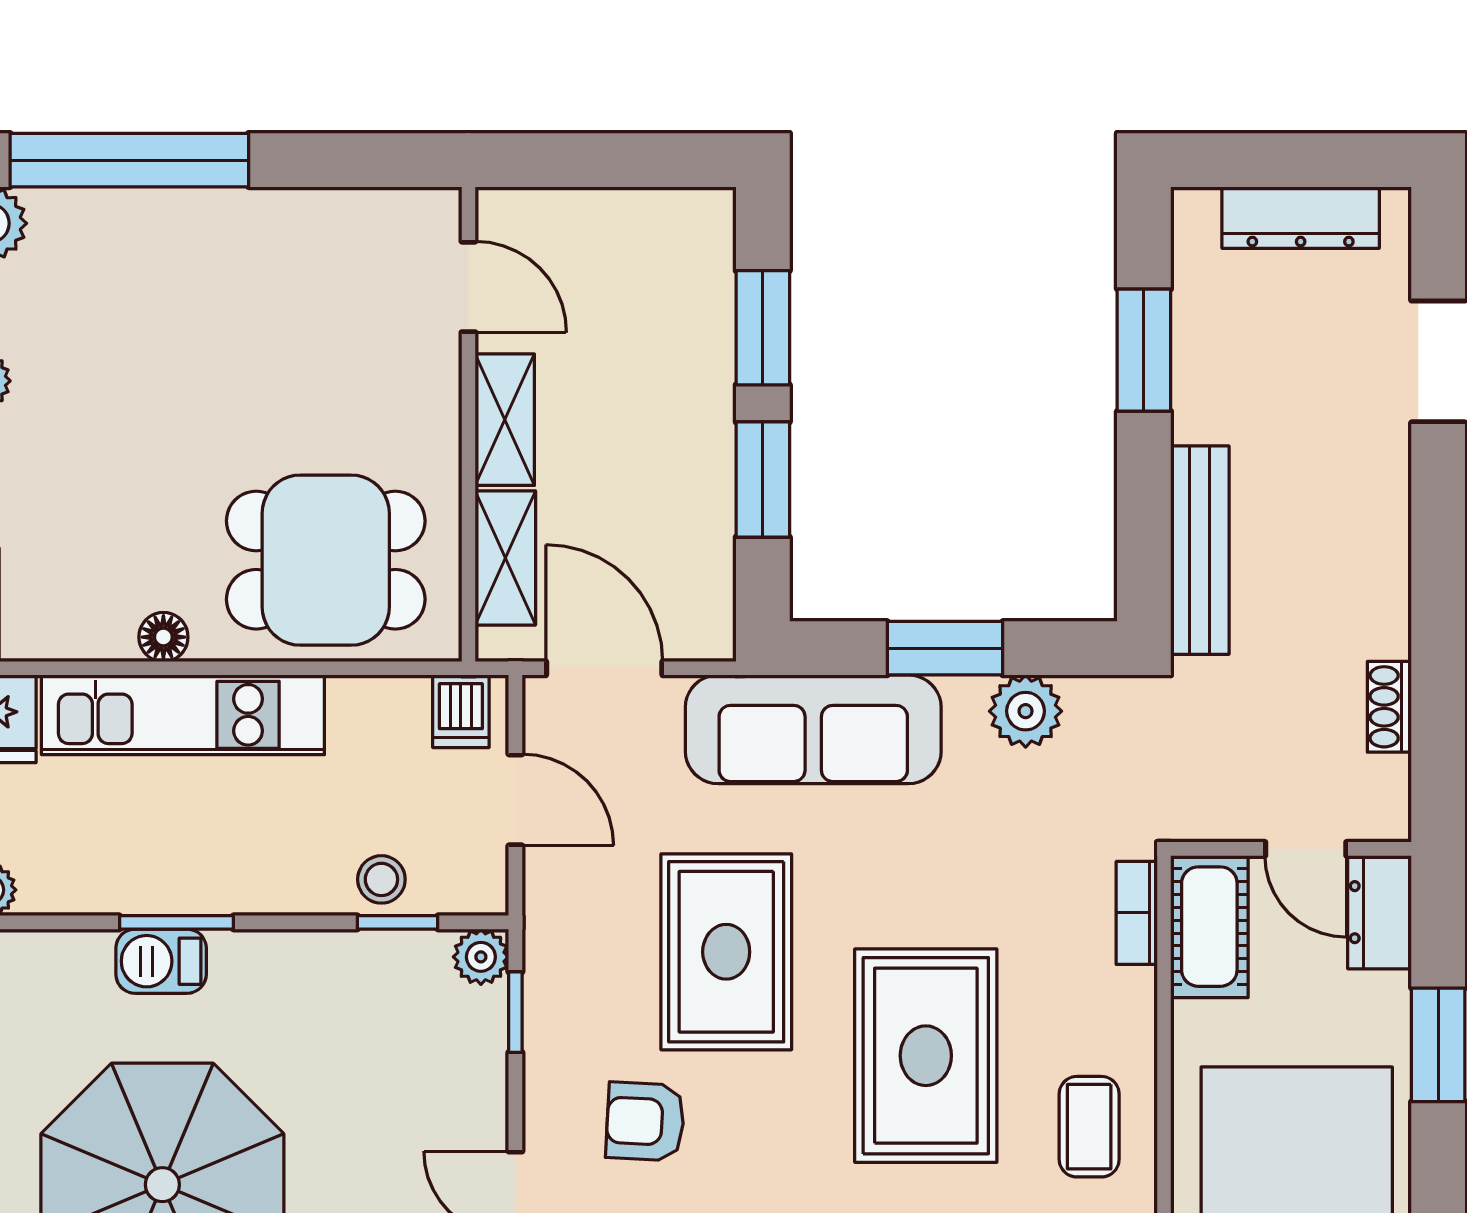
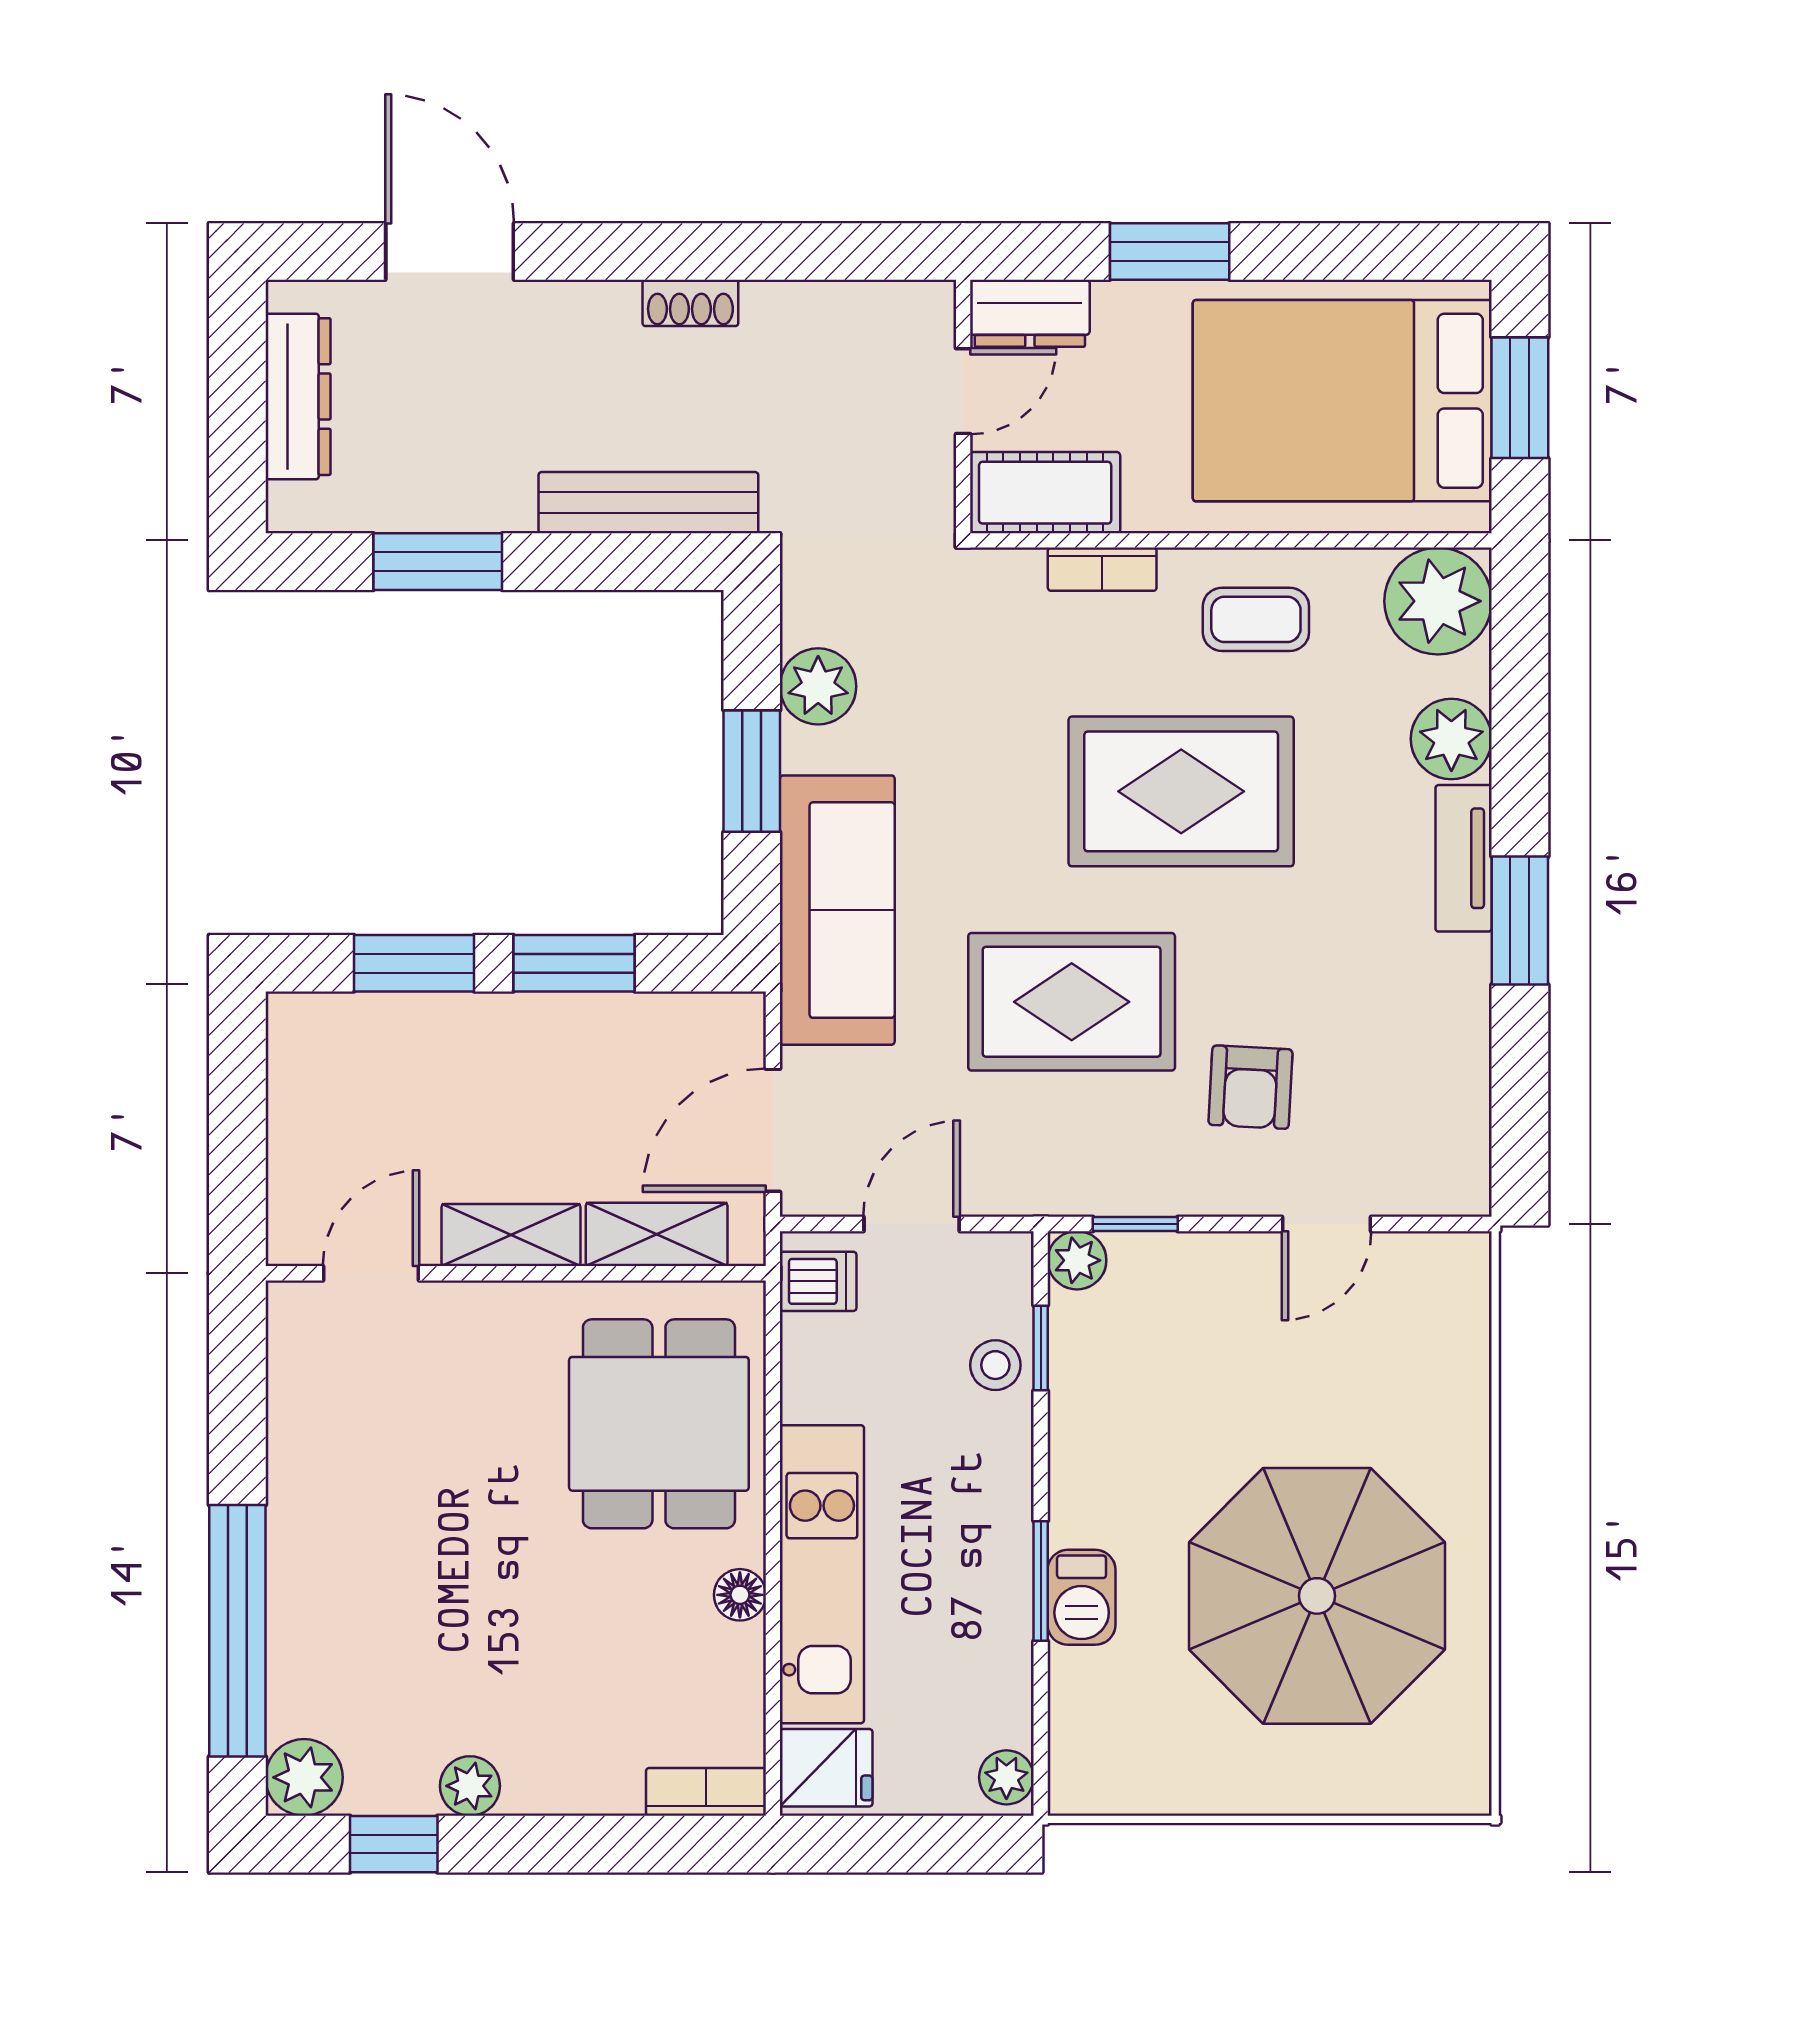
shoe rack: (1389, 707) -> (690, 303), moved
bookcase: (1137, 913) -> (1102, 569), moved

